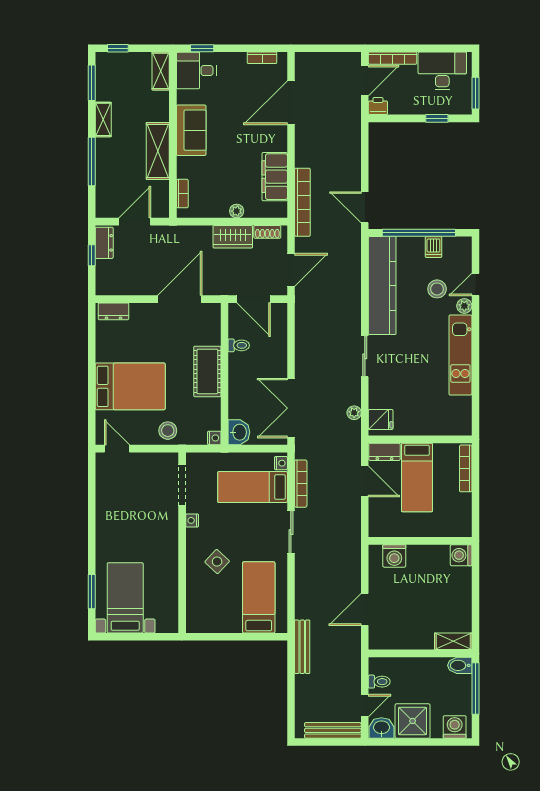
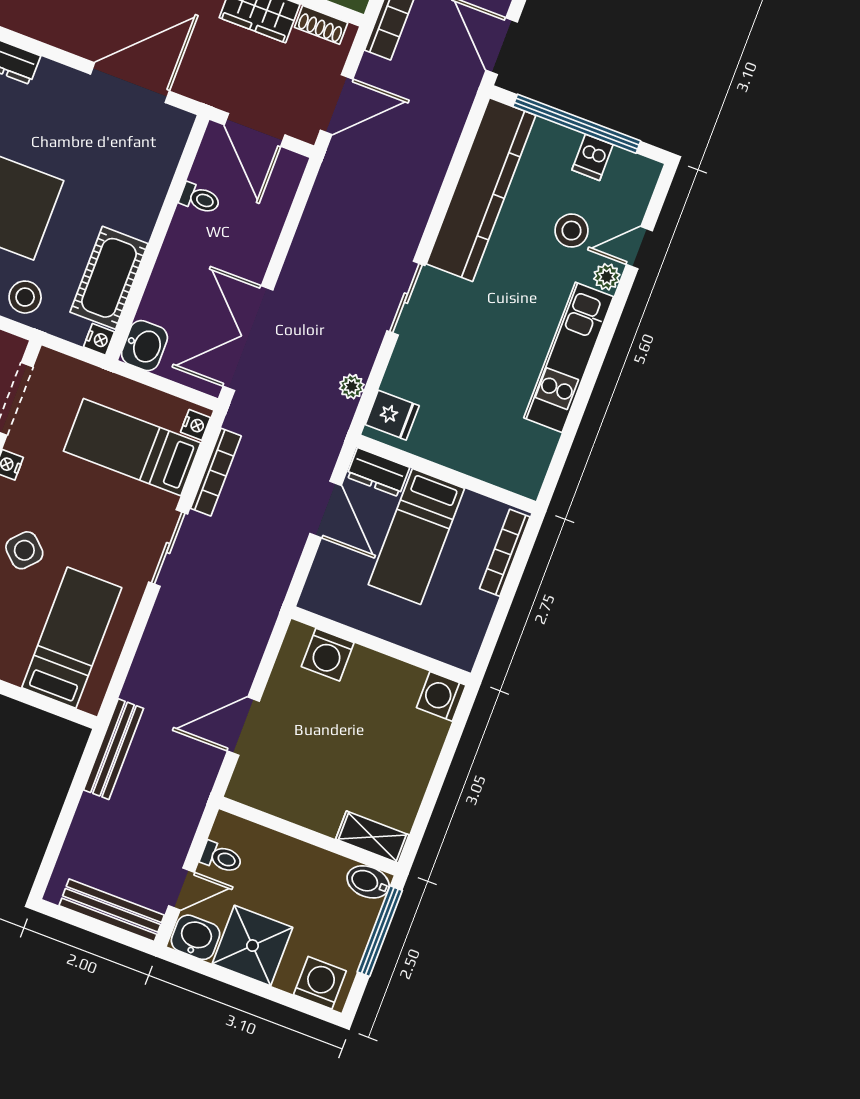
cot: (207, 371) -> (109, 278), moved

